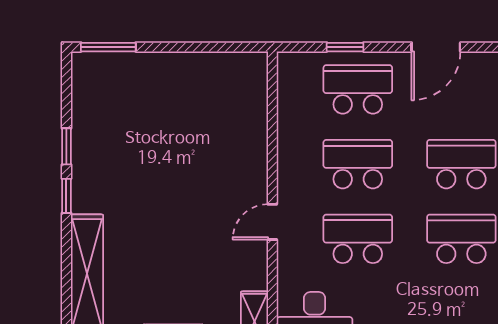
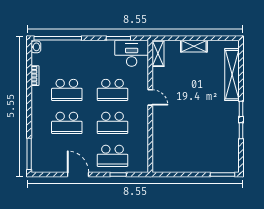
door: (436, 47) -> (78, 175), hinge flipped
door: (272, 222) -> (150, 97), hinge flipped

